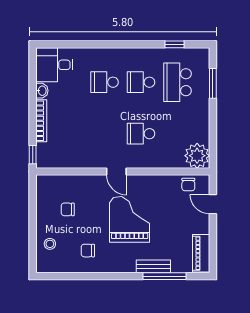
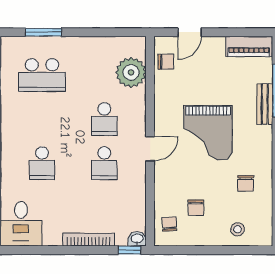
school desk: (141, 82) -> (104, 163), moved
washbasin: (42, 91) -> (137, 239), moved
plant: (197, 156) -> (131, 72), moved
chair: (54, 187) -> (169, 224), added
grand piano: (130, 219) -> (208, 133), turned -90

